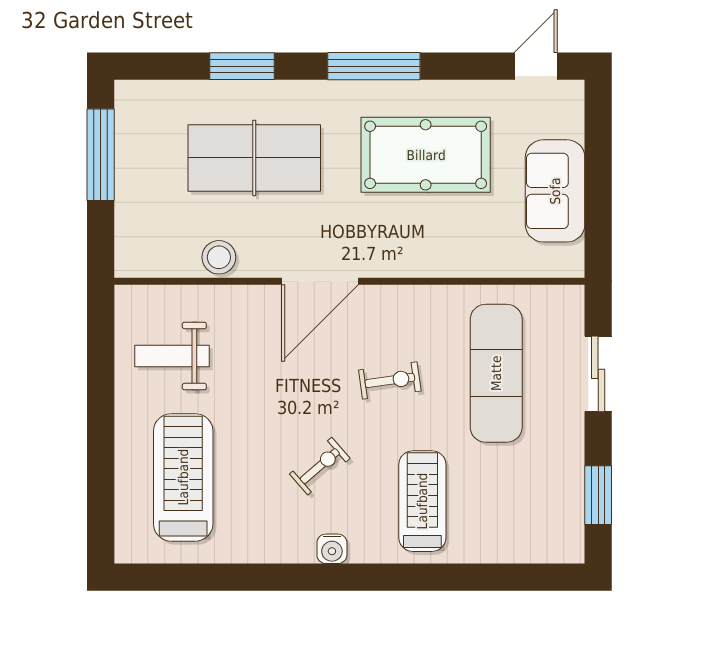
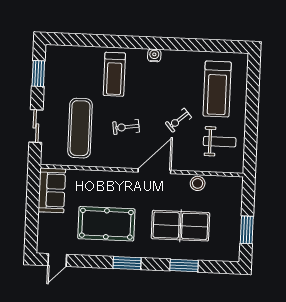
window: (374, 66) -> (127, 263), width x0.69
window: (101, 155) -> (247, 230), width x0.69
sofa: (555, 191) -> (52, 190), moved
exercise bike: (320, 466) -> (178, 120), moved

